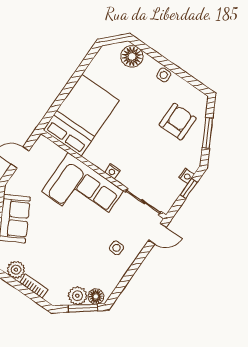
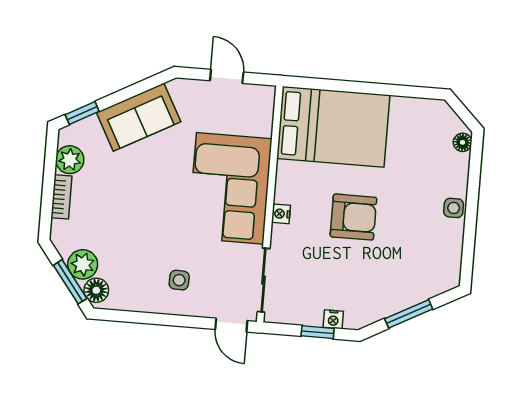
floor lamp: (132, 57) -> (463, 142), width x0.53, depth x0.53
armchair: (178, 122) -> (353, 217), moved

